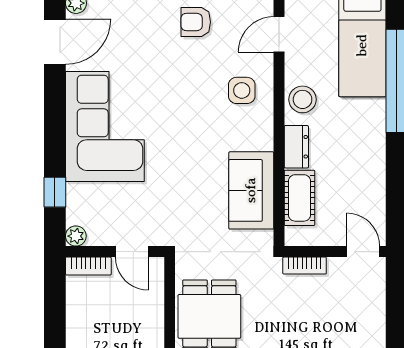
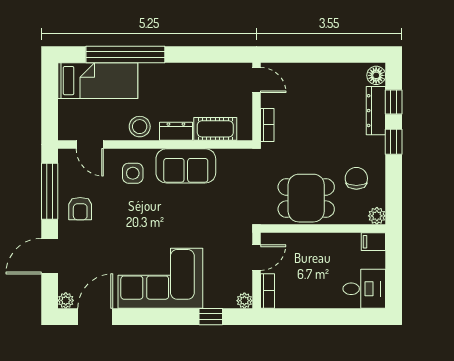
door: (55, 42) -> (95, 317), hinge flipped
sofa: (251, 190) -> (186, 166), moved
door: (363, 252) -> (256, 80), swing flipped

